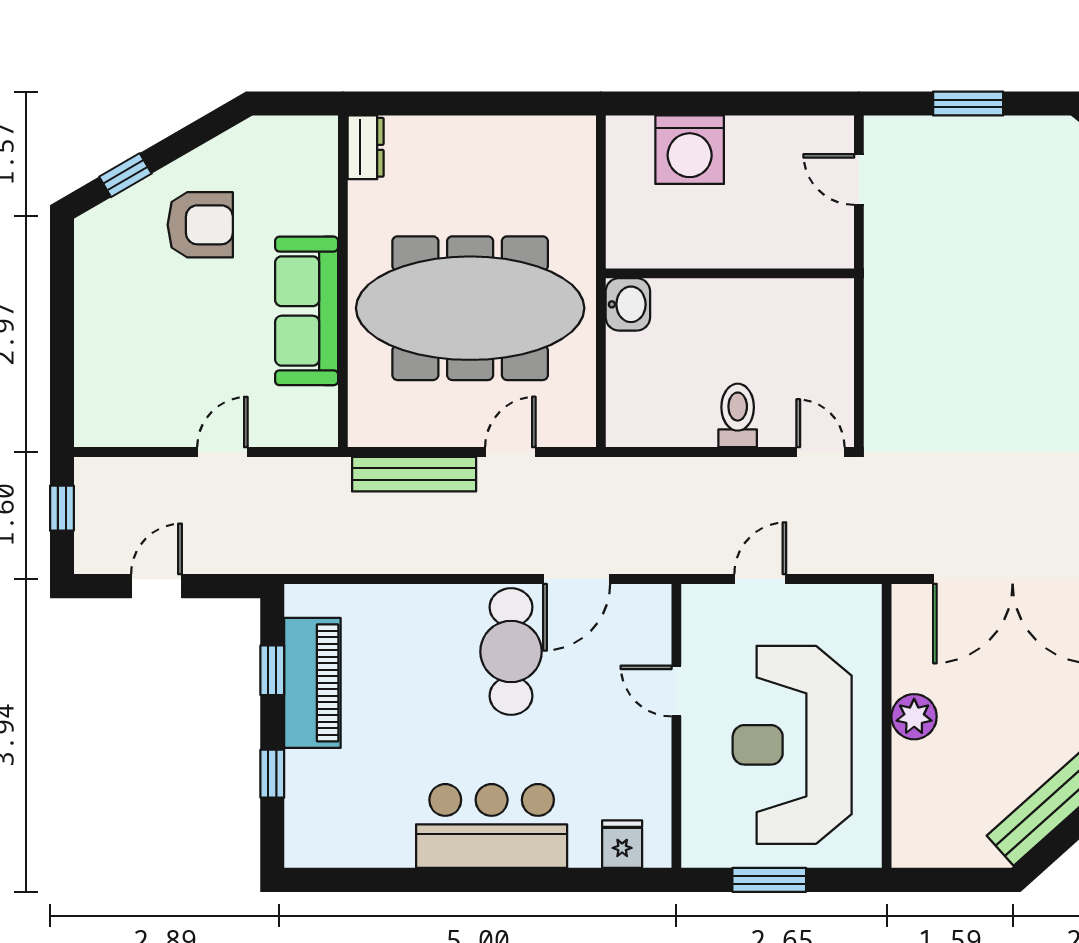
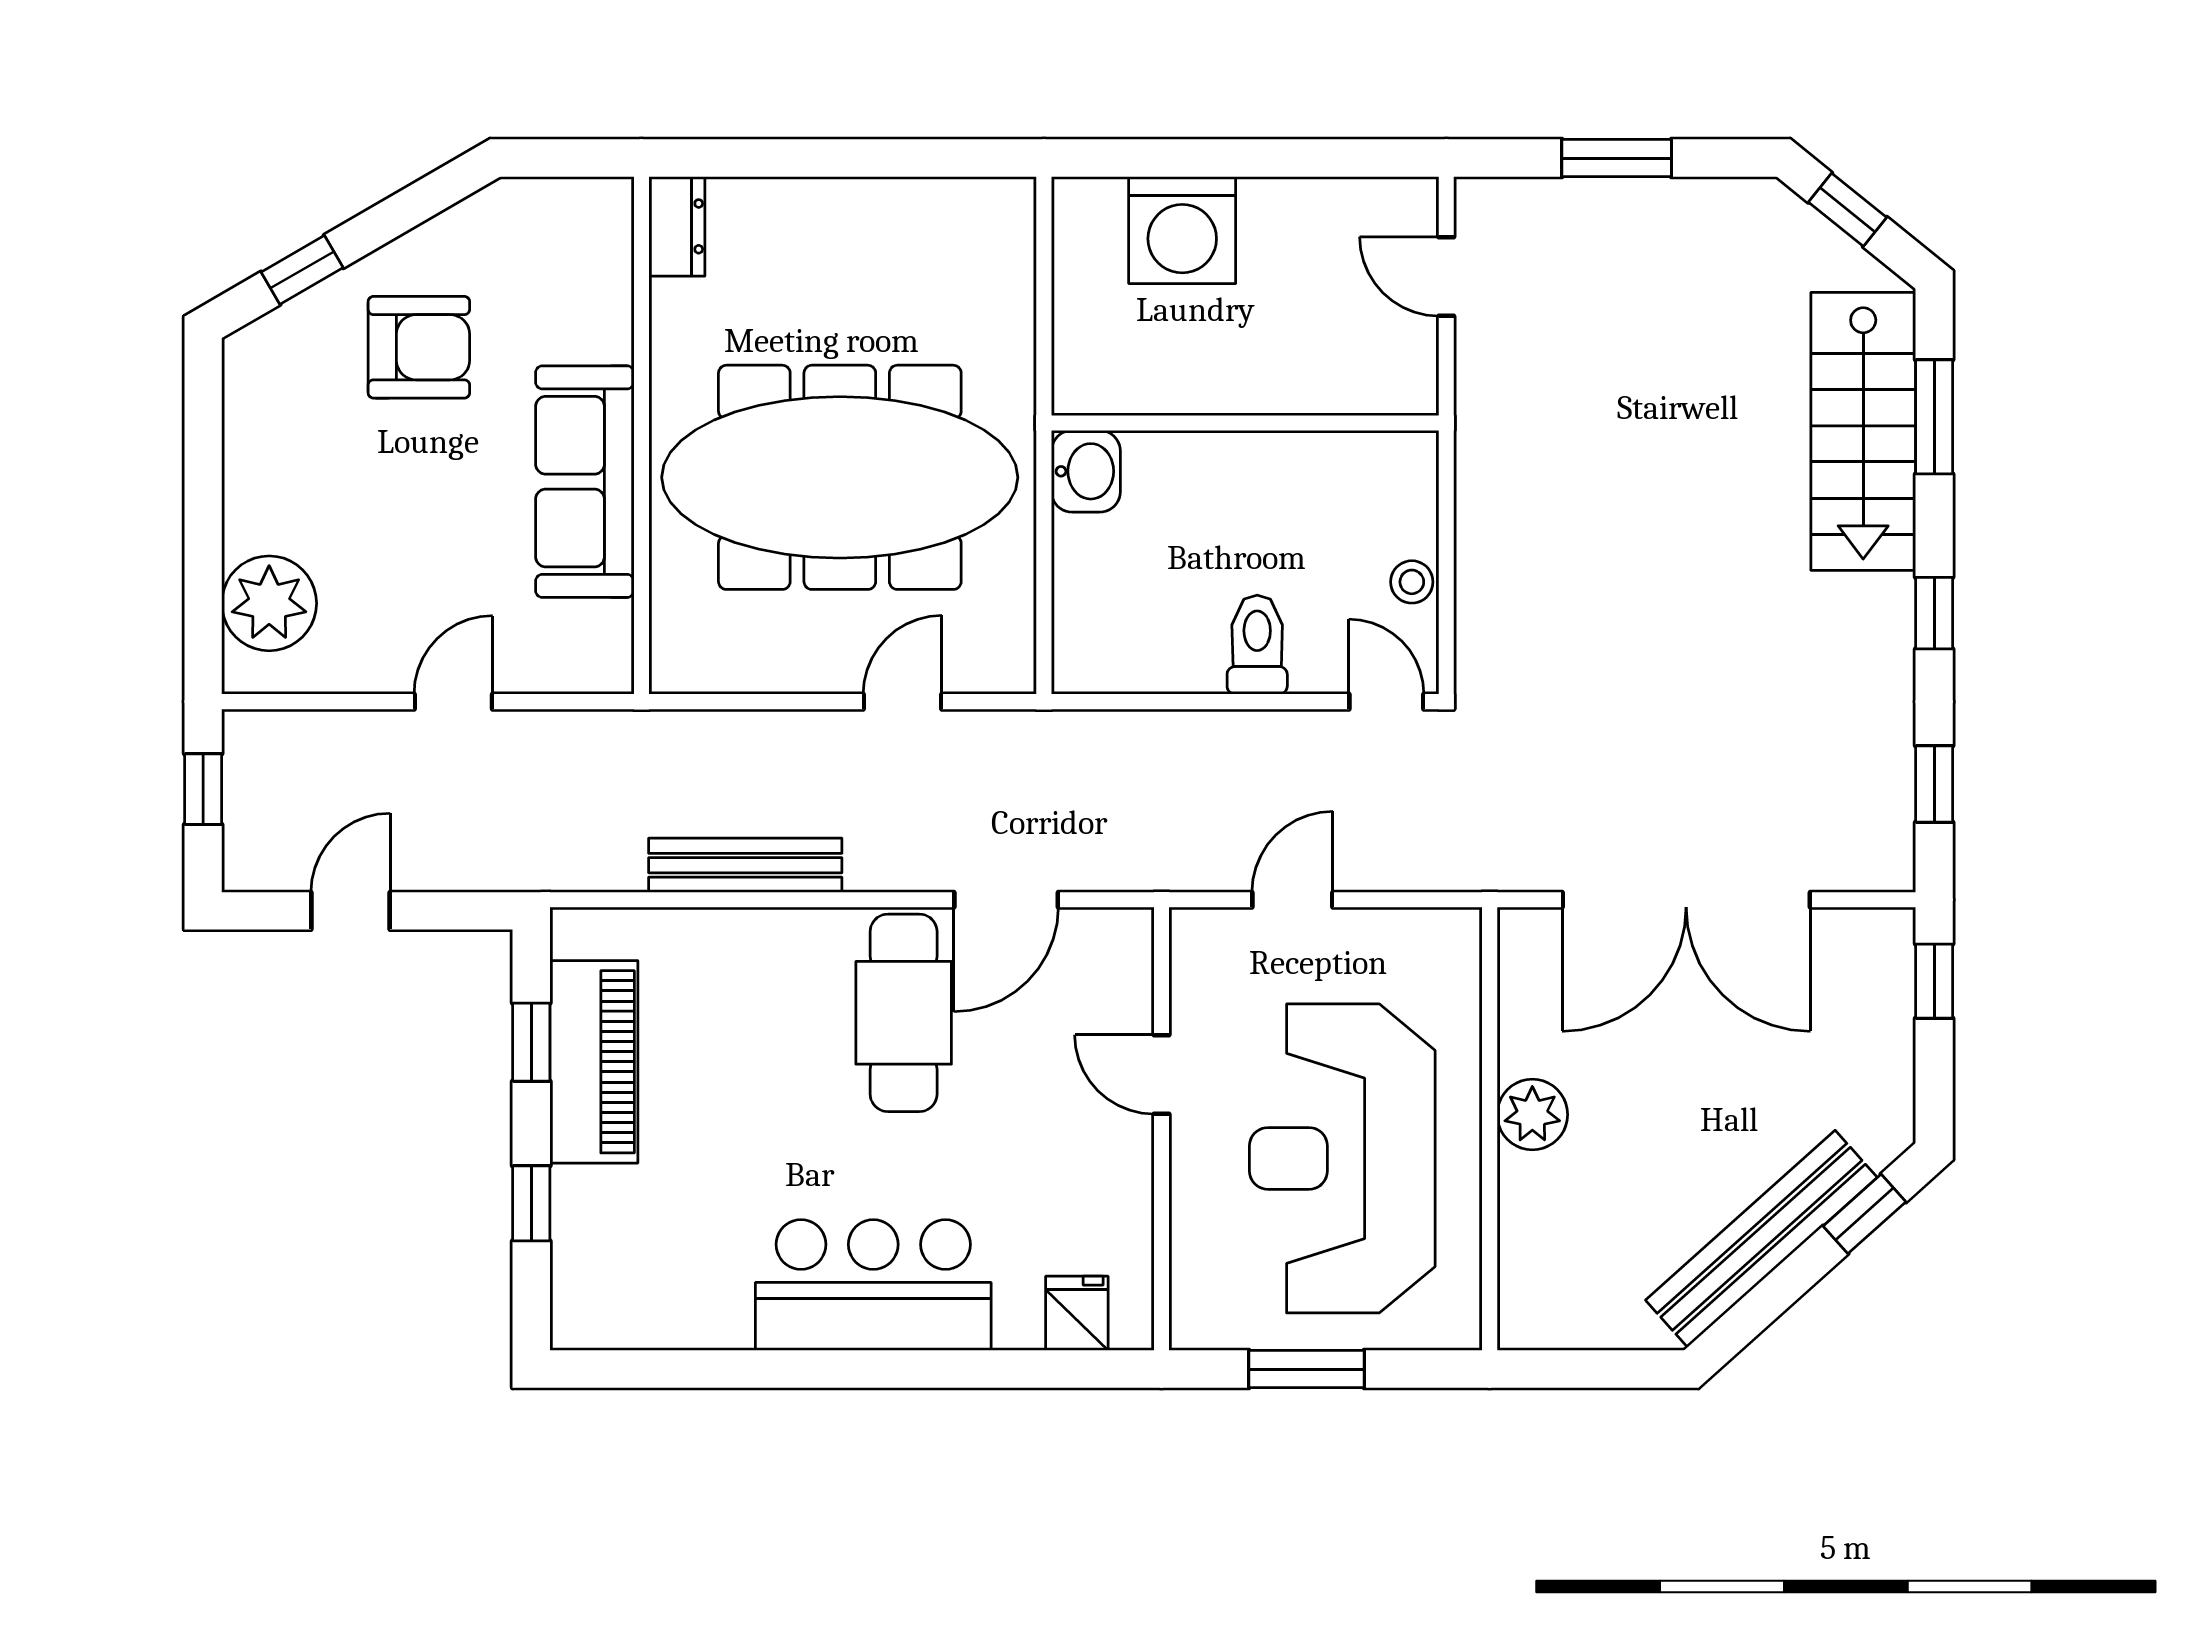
stool: (837, 375) -> (1412, 582), added
plant: (104, 389) -> (269, 603), added
bench: (414, 474) -> (745, 865), moved

